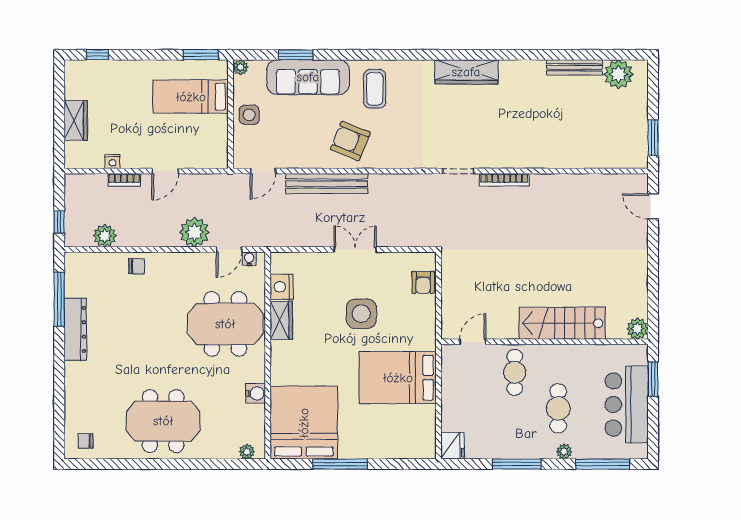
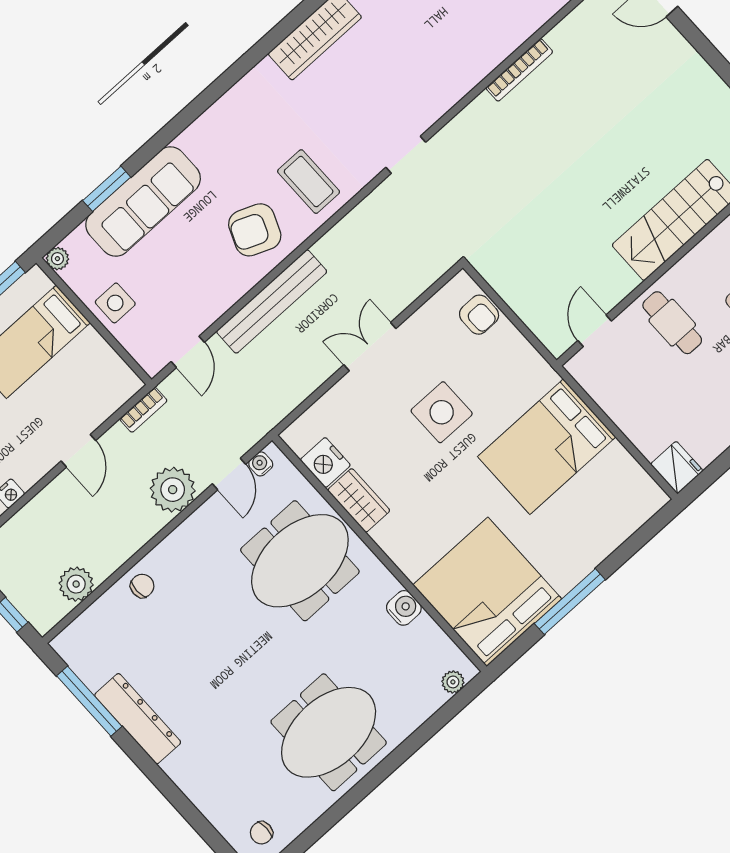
coffee table: (375, 89) -> (309, 182), moved
bookcase: (124, 180) -> (143, 410), moved
bookcase: (504, 180) -> (519, 70), moved

